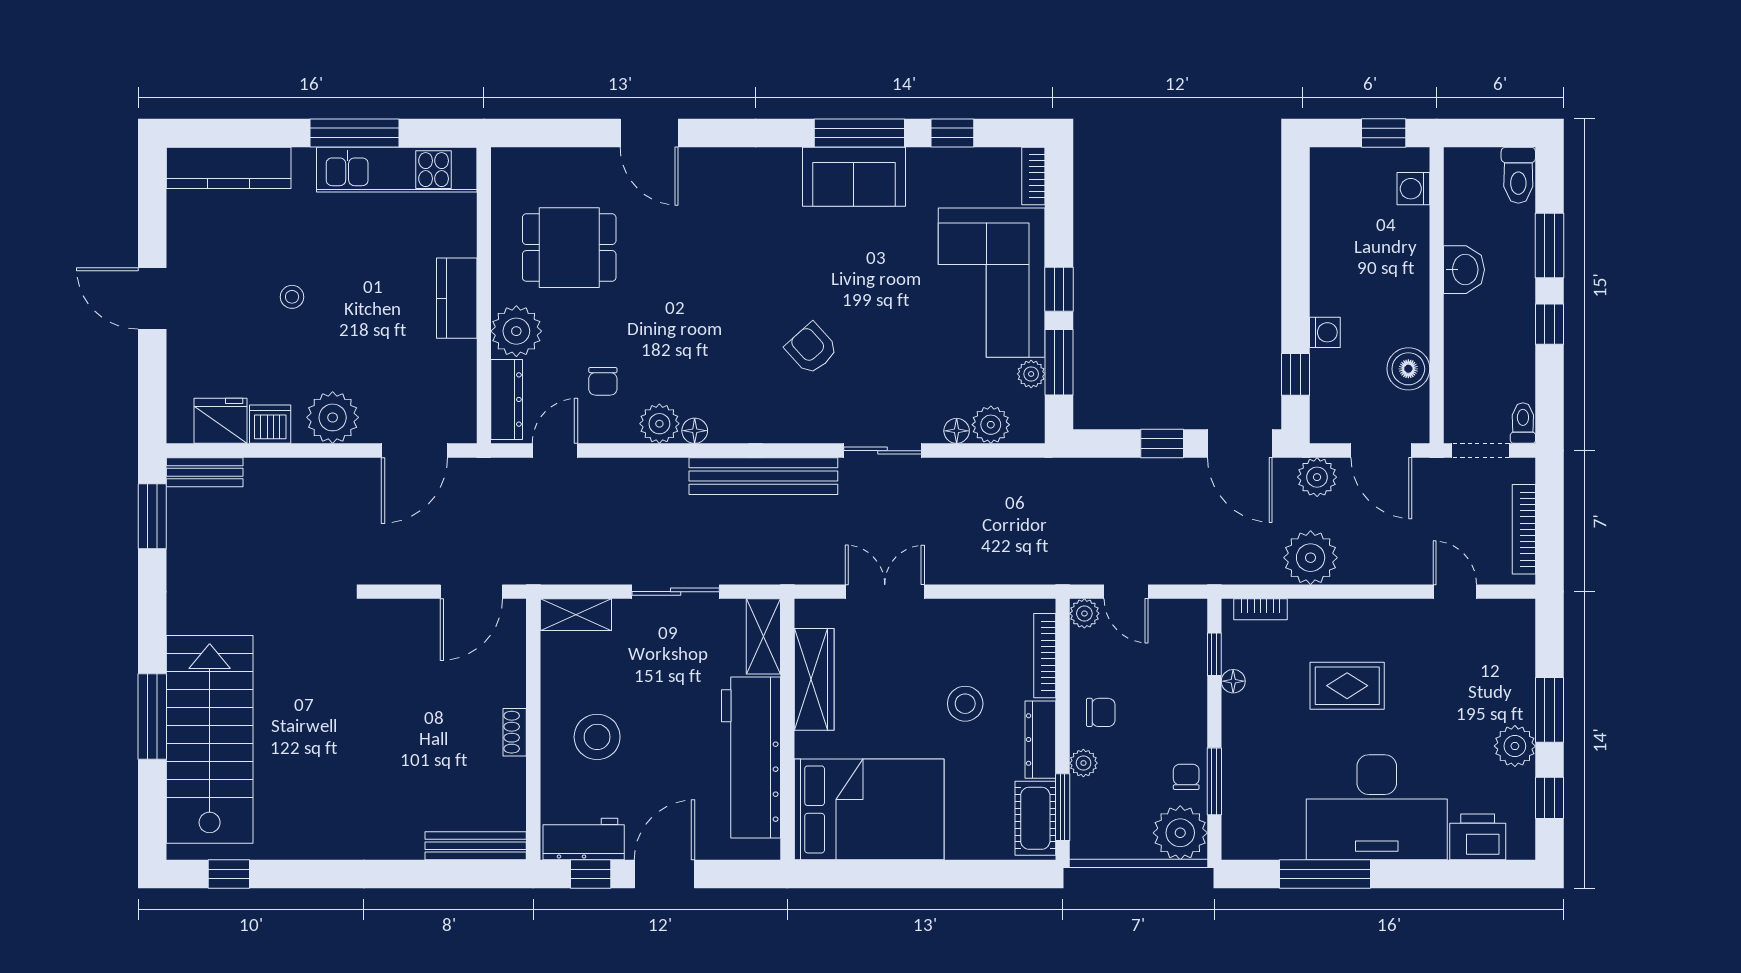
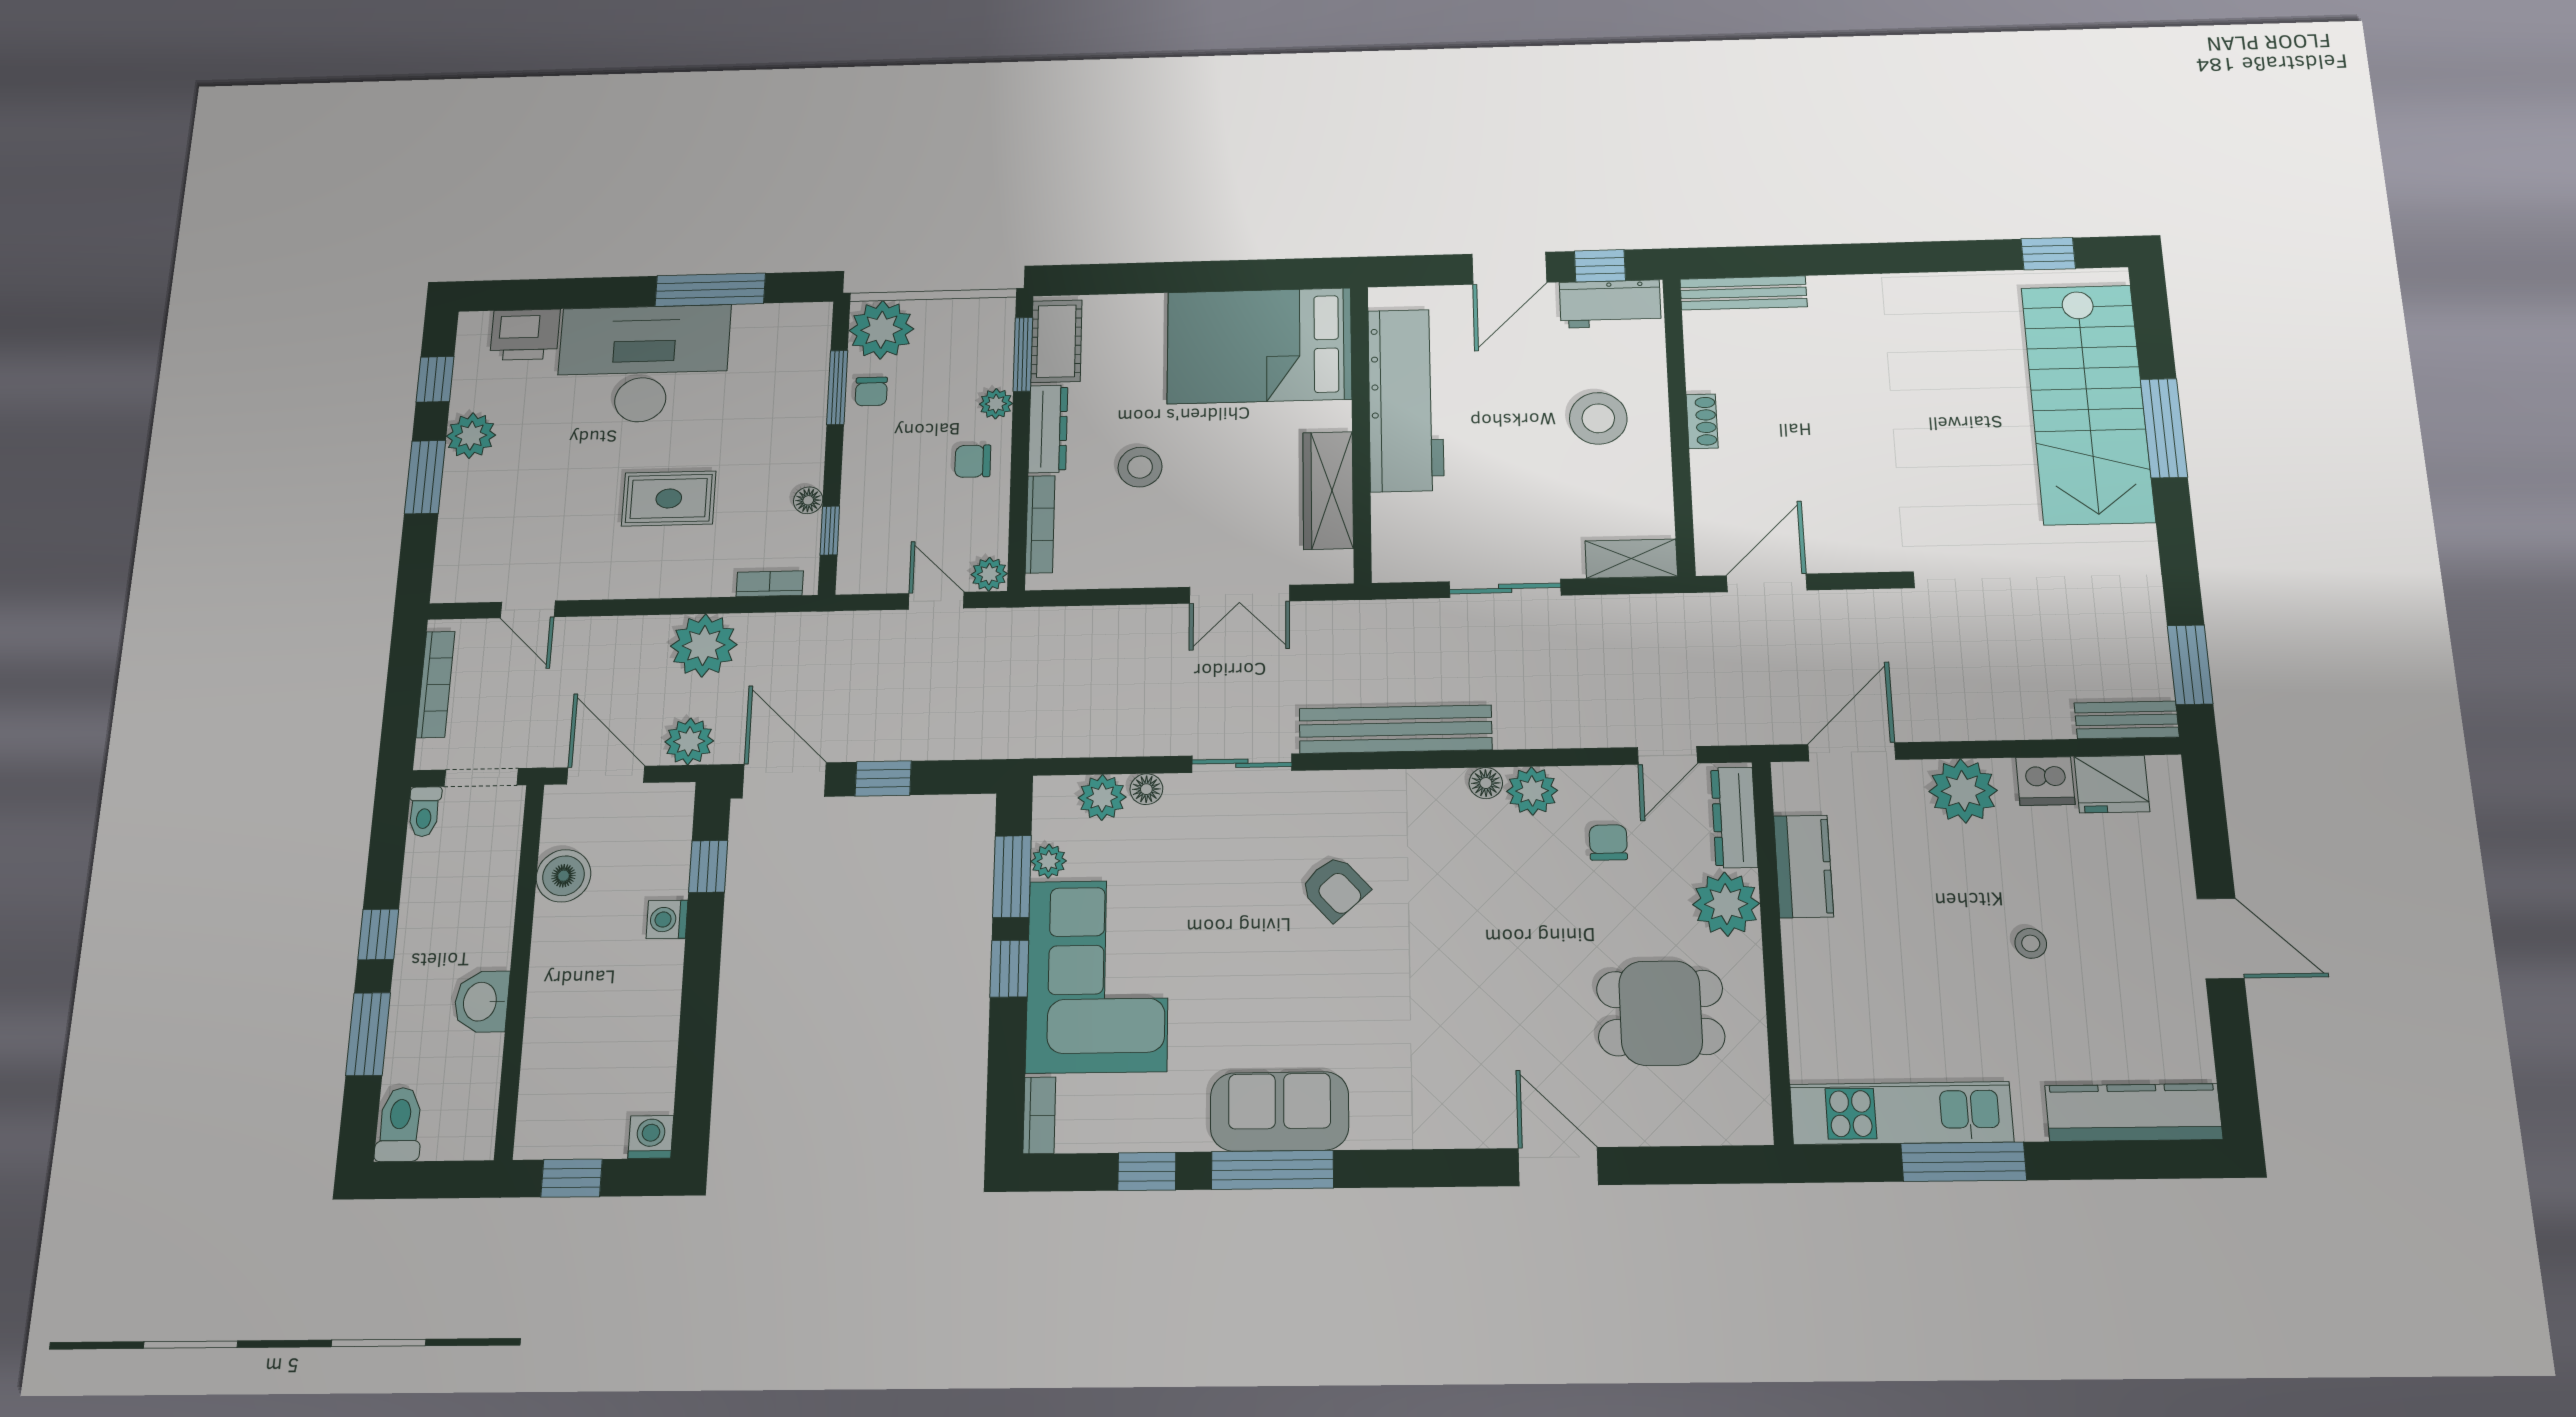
washing machine: (1413, 189) -> (651, 1137), moved, turned -90
kitchen counter: (457, 298) -> (1803, 866), moved
shelving: (763, 636) -> (1392, 539), removed

